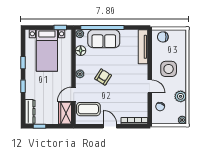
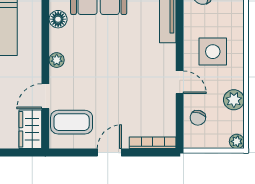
armchair: (103, 77) -> (97, 66), removed
door: (110, 126) -> (109, 153), hinge flipped

